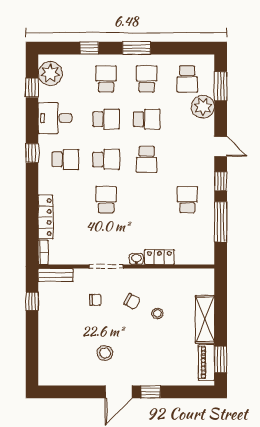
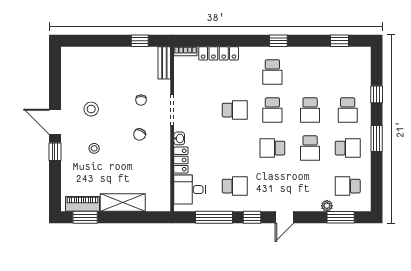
plant: (50, 73) -> (353, 58), removed
school desk: (106, 79) -> (348, 110), turned 90
plant: (203, 107) -> (327, 206), width x0.53, depth x0.53
desk: (55, 118) -> (190, 190), moved, turned -90
stool: (157, 313) -> (94, 148), moved

